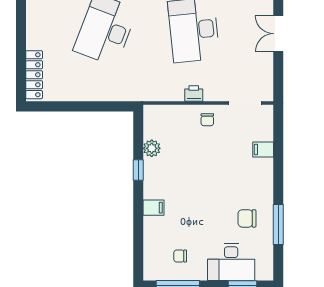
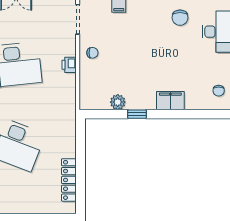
locker: (34, 75) -> (69, 180), moved, turned -90
filing cabinet: (153, 208) -> (170, 101), width x2.00
chair: (180, 256) -> (219, 91), moved

